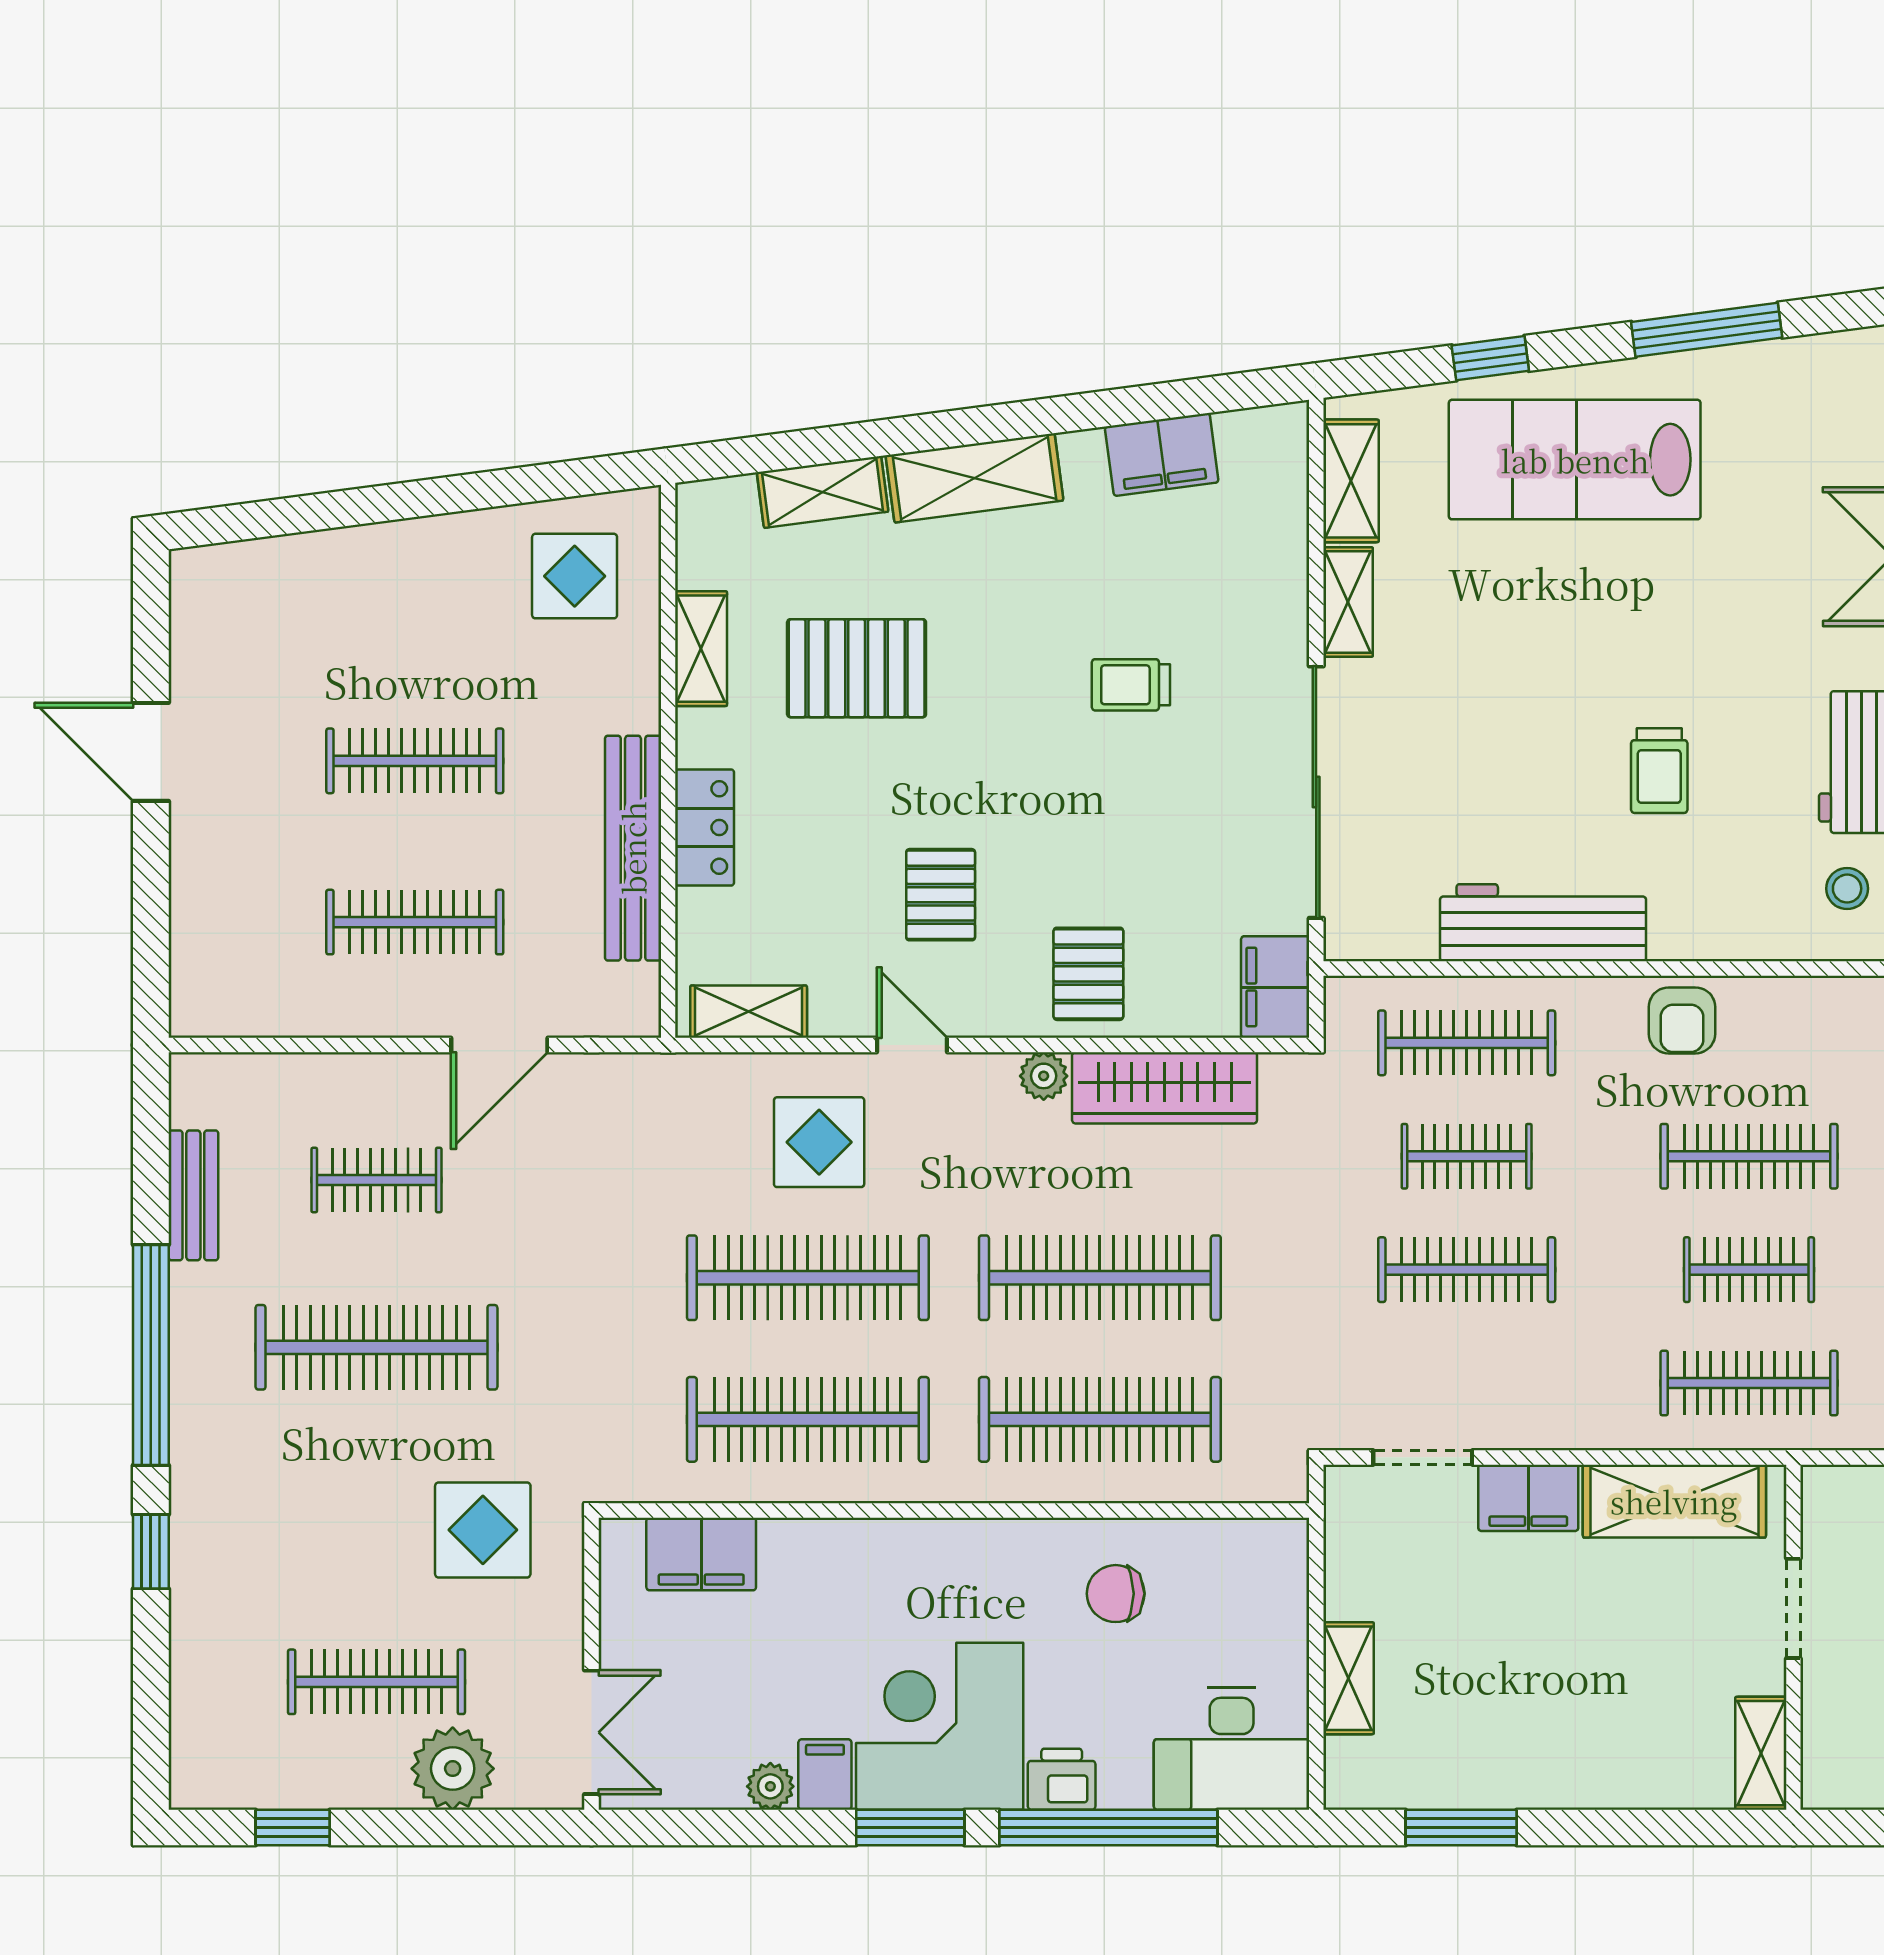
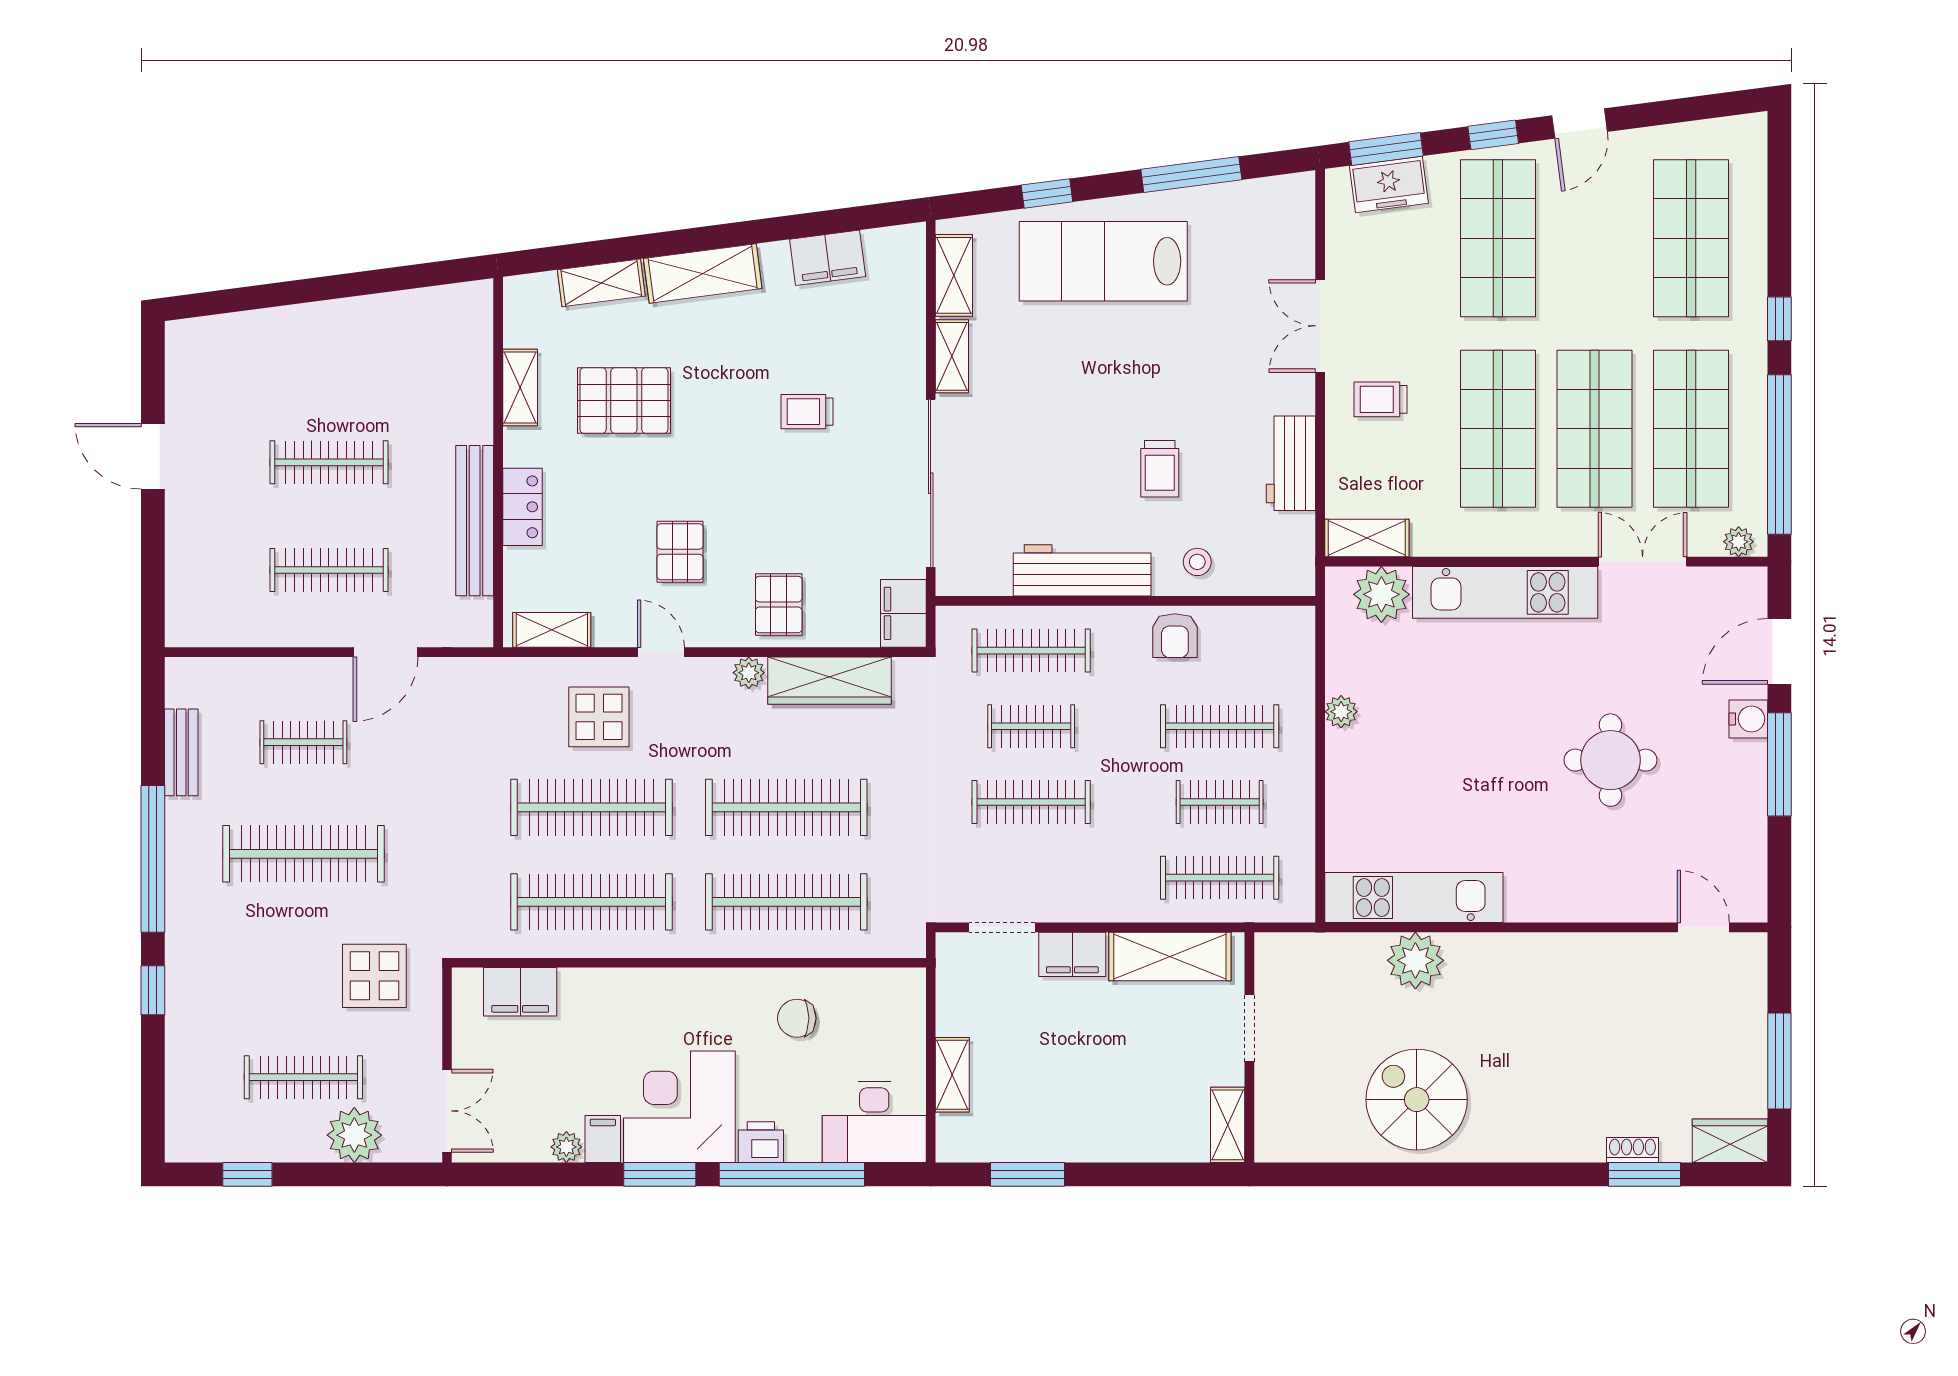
display table: (575, 576) -> (436, 339), removed
stool: (1847, 889) -> (1197, 562), moved

